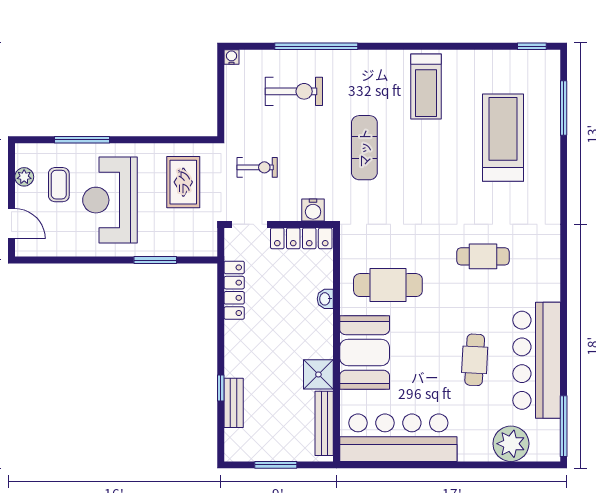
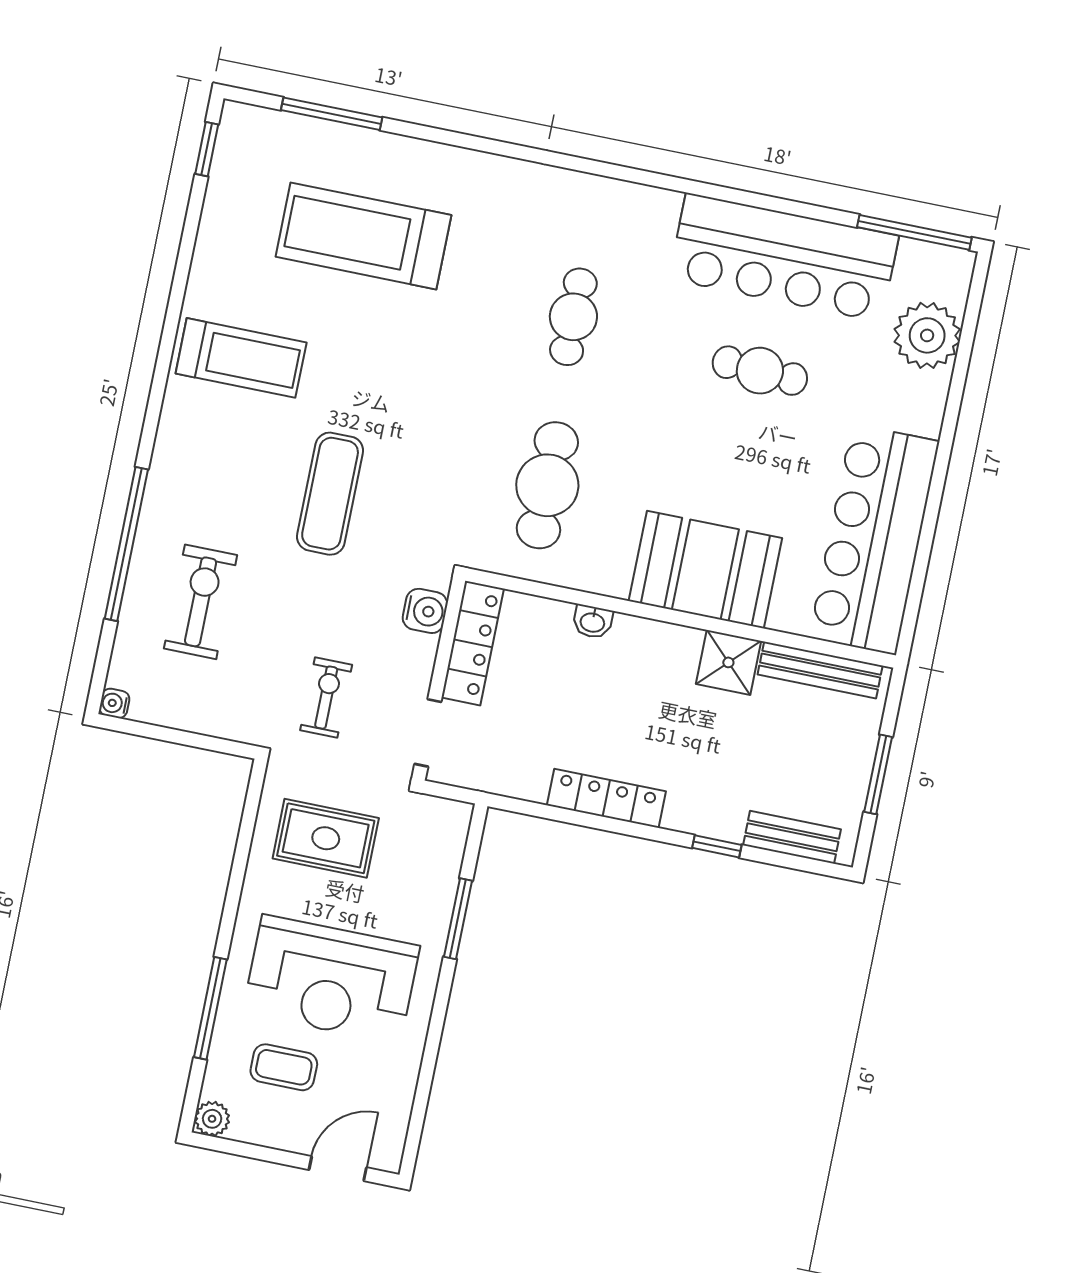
exercise mat: (364, 148) -> (330, 494), turned 90
plant: (24, 177) -> (212, 1119), moved
cafe table: (388, 285) -> (547, 485), moved
locker: (234, 290) -> (606, 798), moved
bench: (234, 403) -> (792, 837), moved

